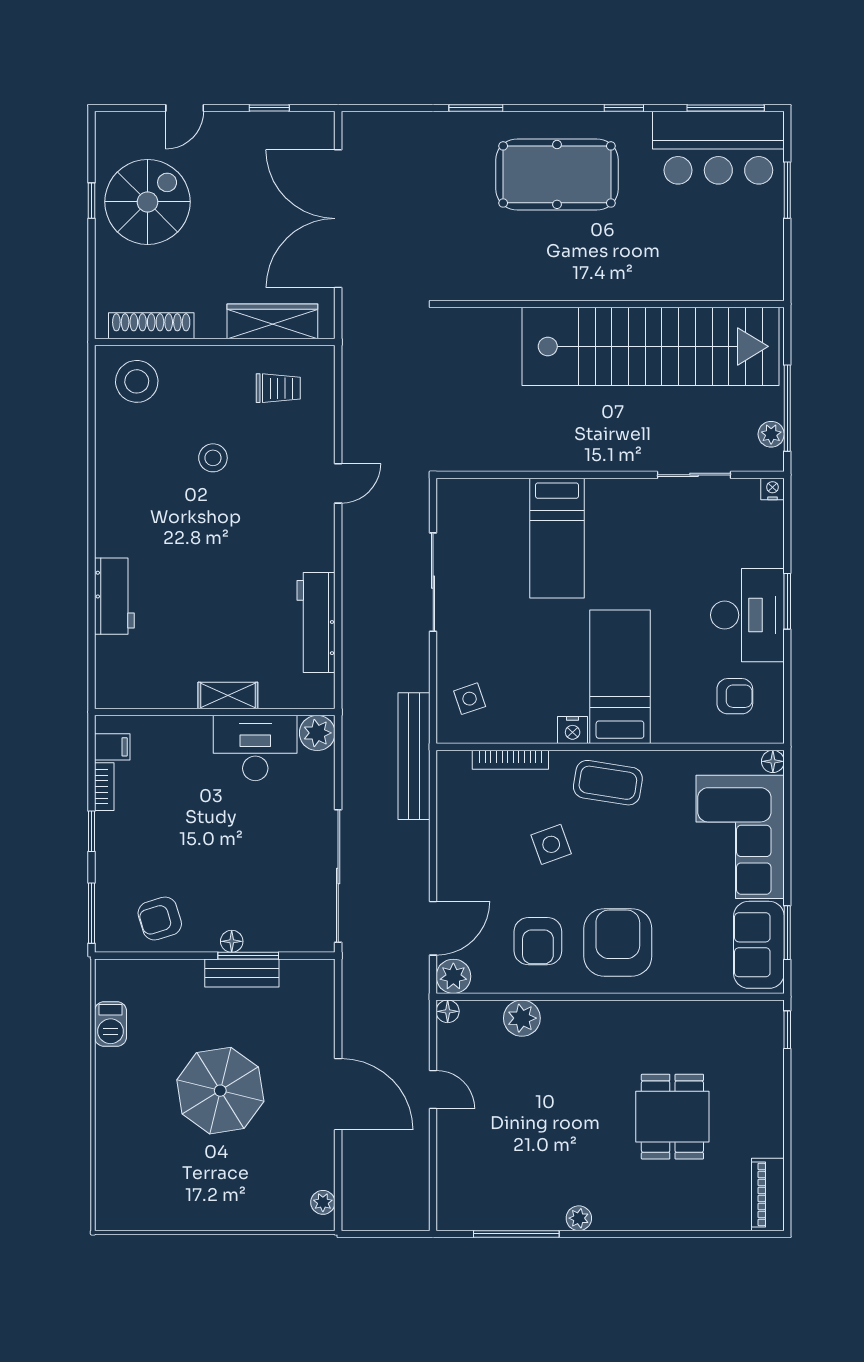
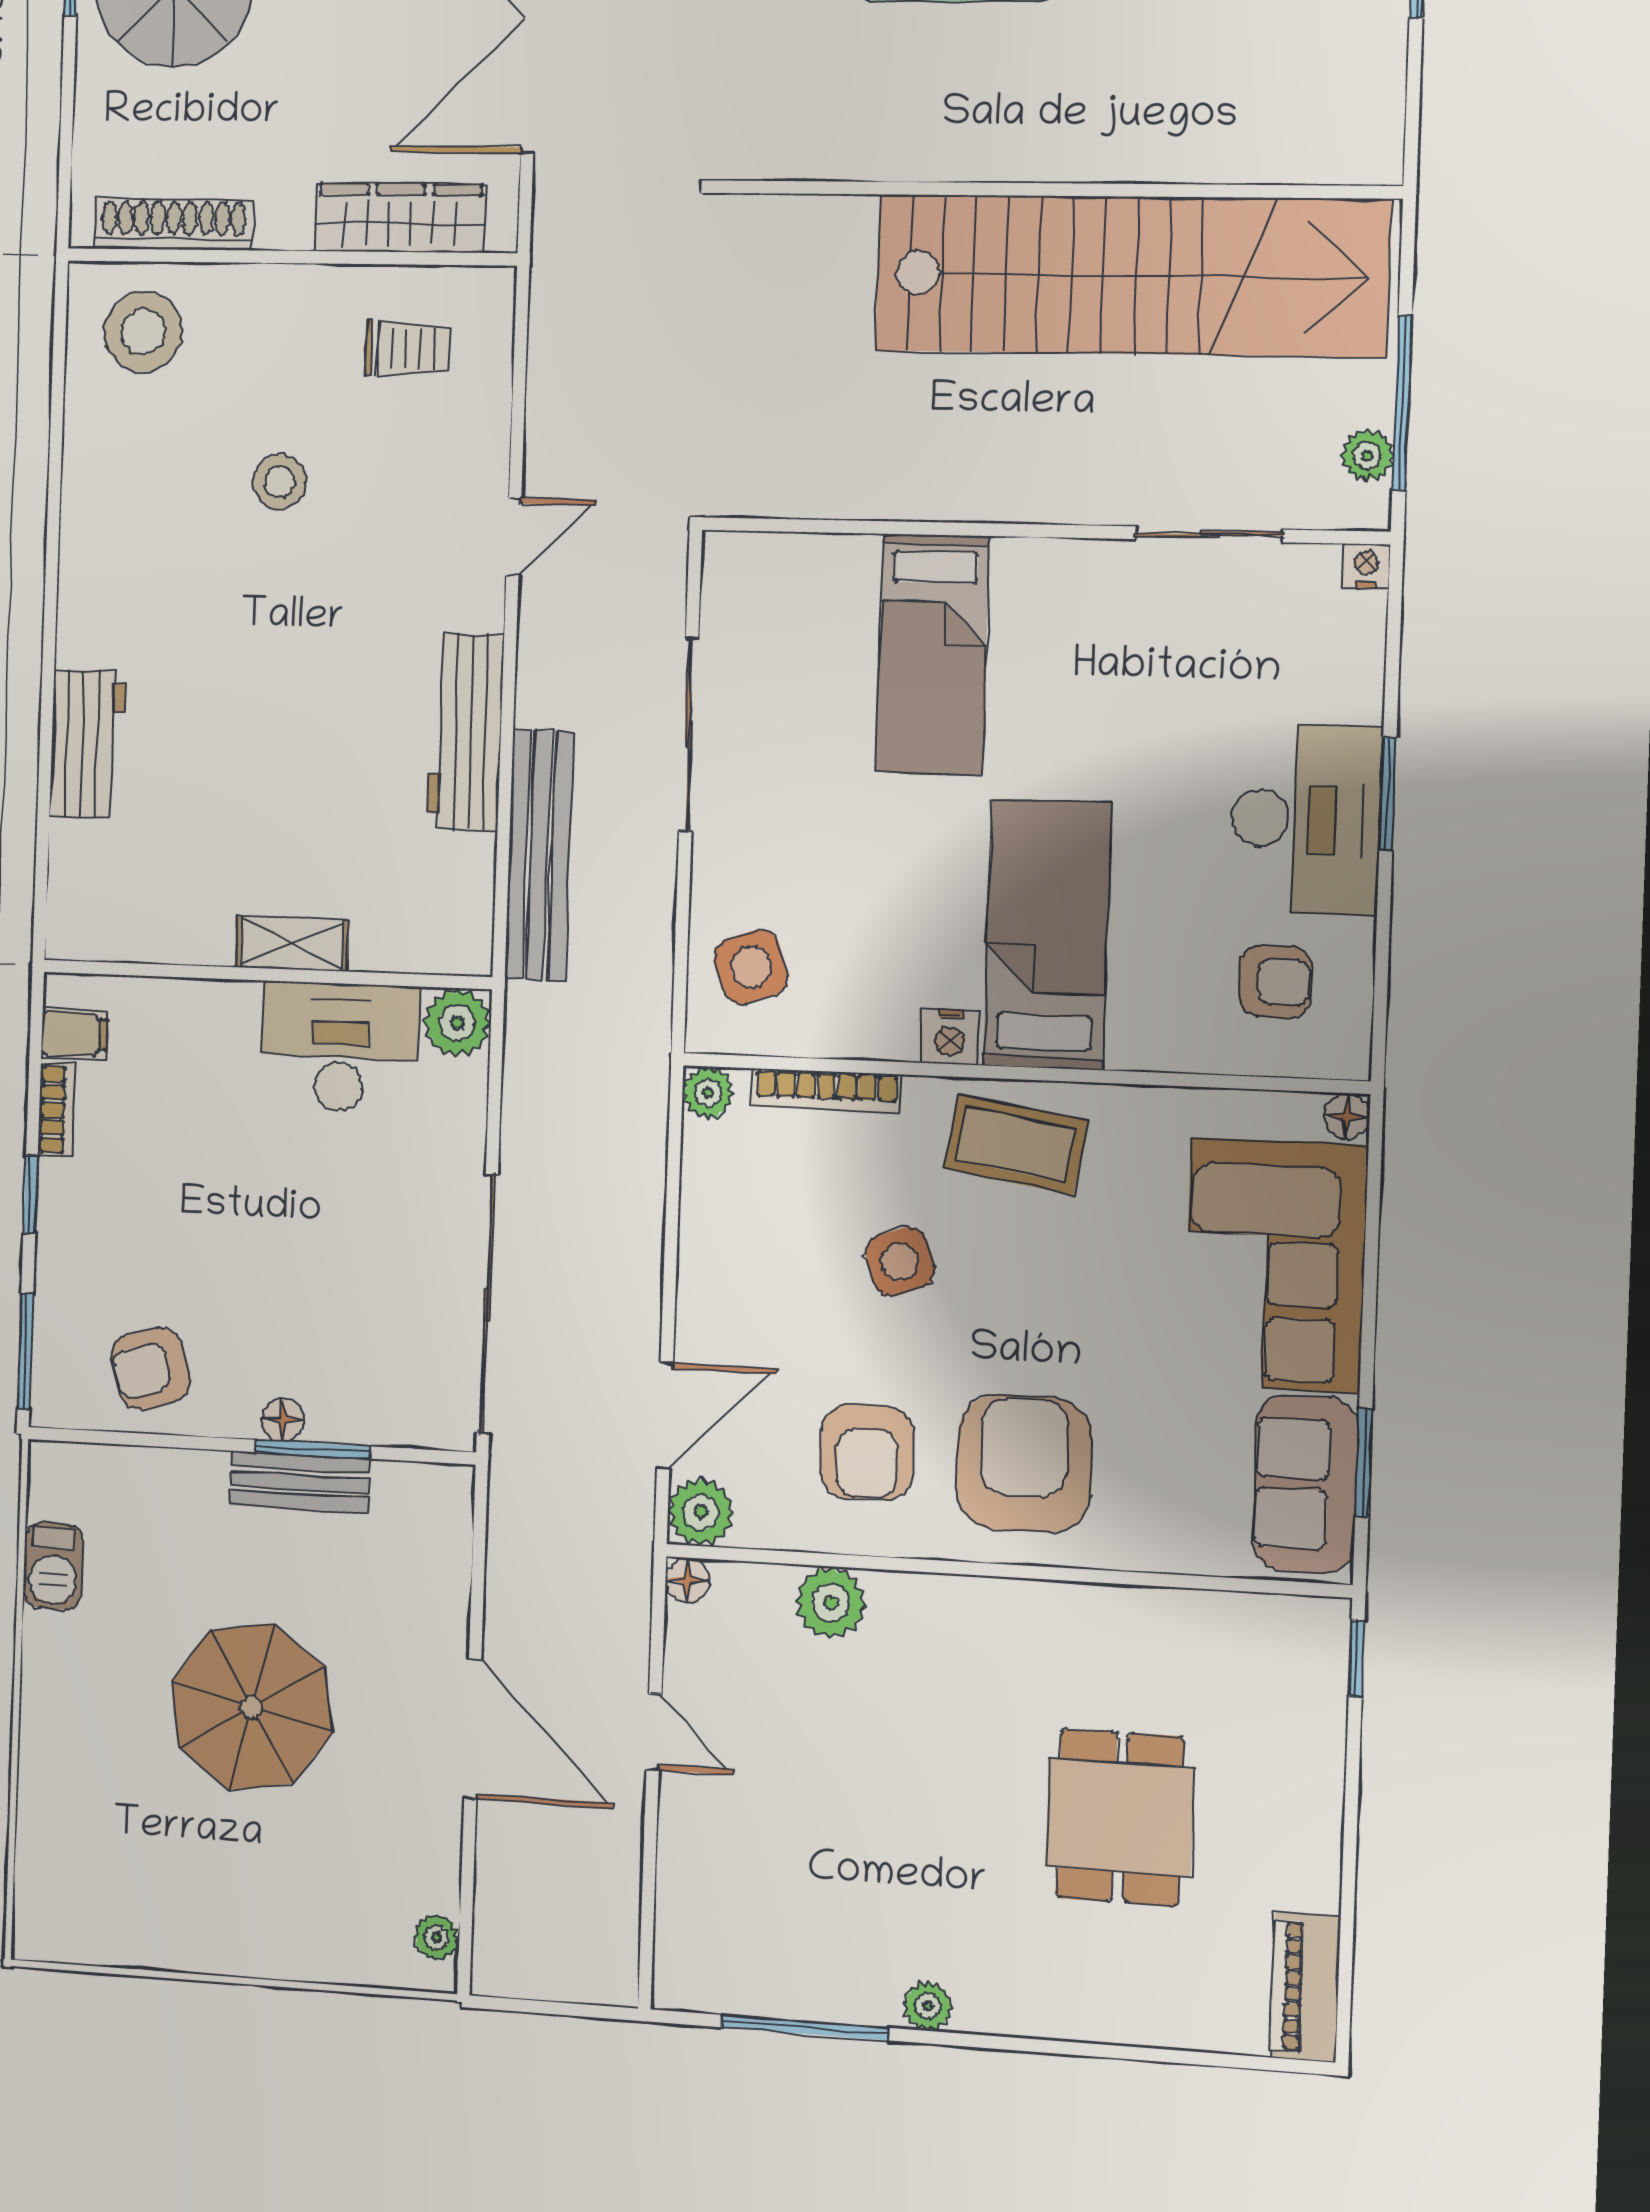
workbench: (316, 622) -> (465, 732), moved
side table: (470, 699) -> (751, 967), width x1.37, depth x1.37
bench: (414, 756) -> (539, 855), moved
plant: (450, 763) -> (708, 1093), added

